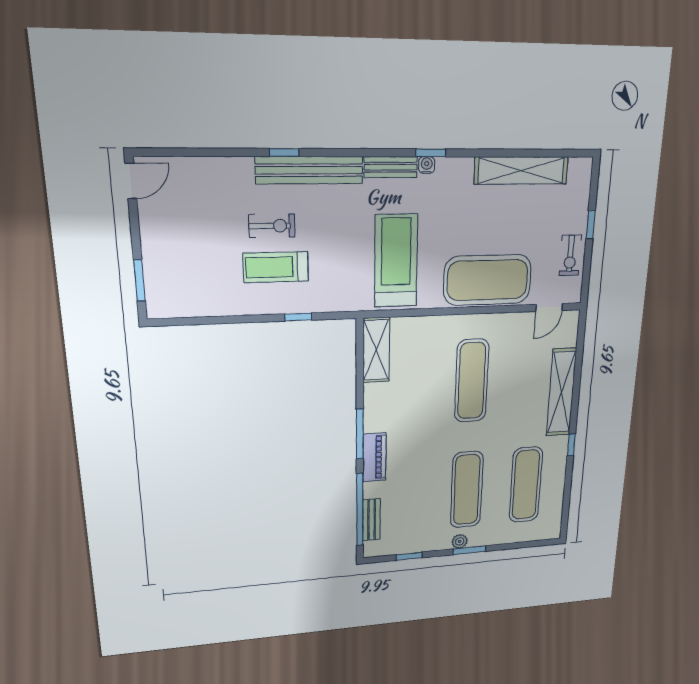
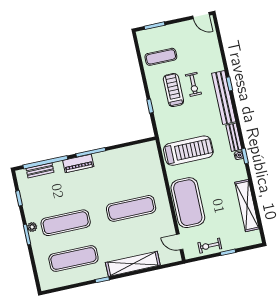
exercise mat: (206, 279) -> (161, 57), added
shelving: (376, 350) -> (140, 151), removed

